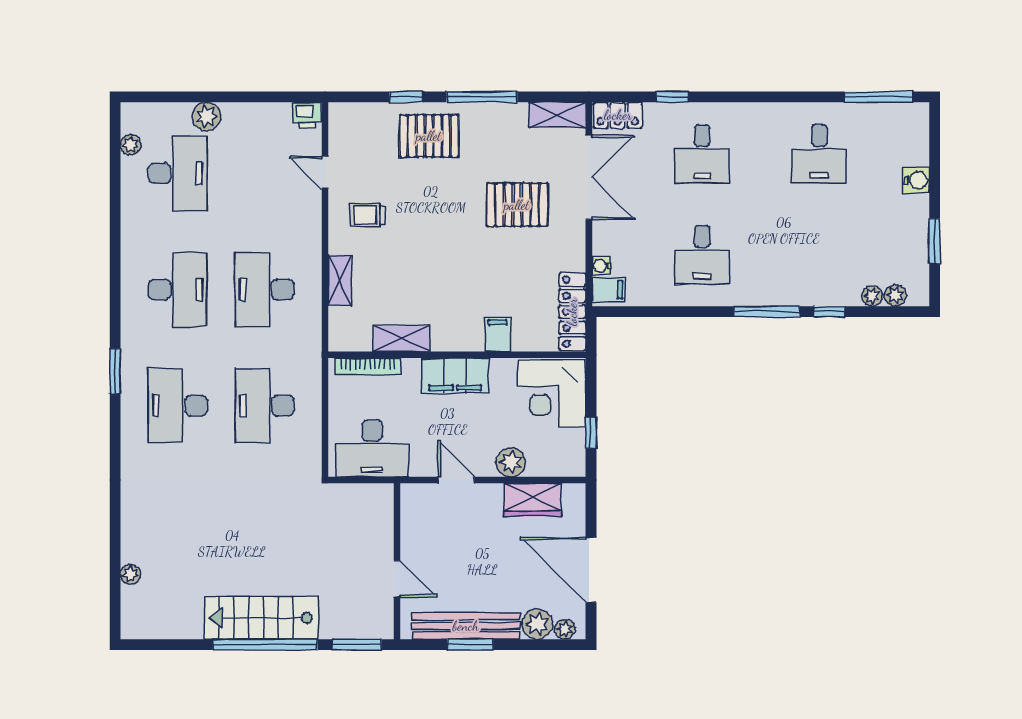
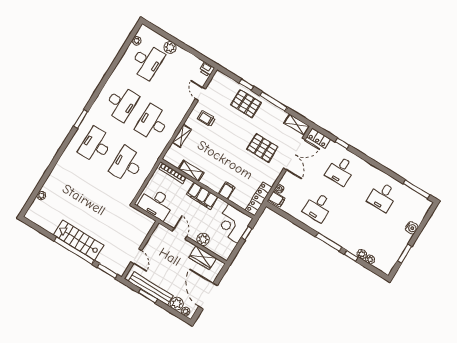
plant: (895, 295) -> (362, 254), moved
window: (591, 433) -> (247, 233), moved

